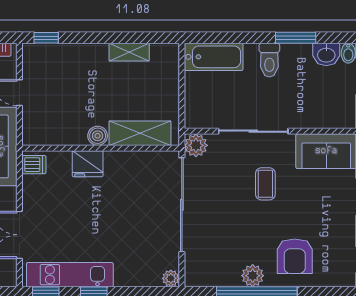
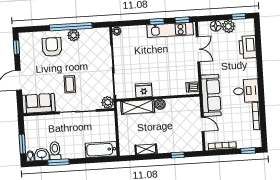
window: (46, 38) -> (178, 155), moved
toilet: (269, 60) -> (55, 151), moved
fridge: (88, 164) -> (144, 90), moved

